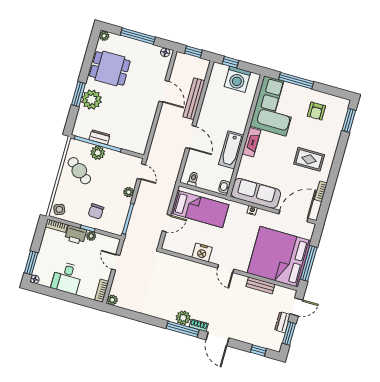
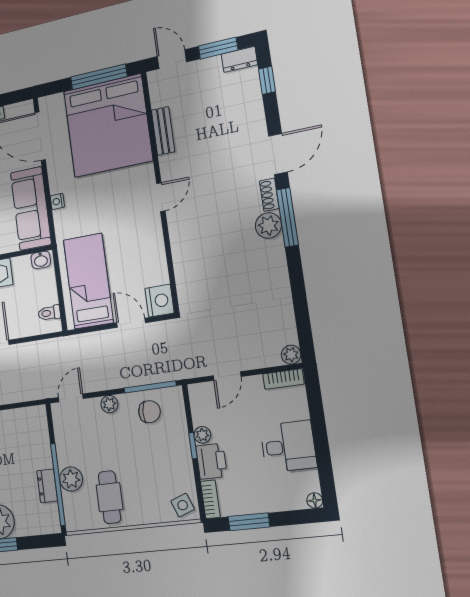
cafe table: (79, 171) -> (110, 497), turned -38
chair: (96, 211) -> (149, 412), moved
nightstand: (202, 252) -> (159, 301), moved
window: (31, 263) -> (249, 522), moved
dresser: (282, 322) -> (239, 59), moved

